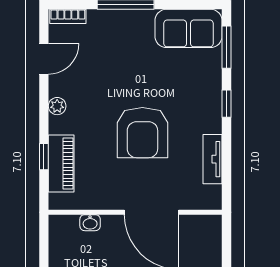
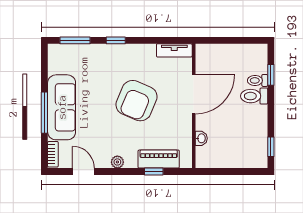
sofa: (189, 28) -> (62, 107), moved, width x1.36
armchair: (142, 133) -> (136, 101), turned 113
tv unit: (212, 159) -> (174, 50), moved

